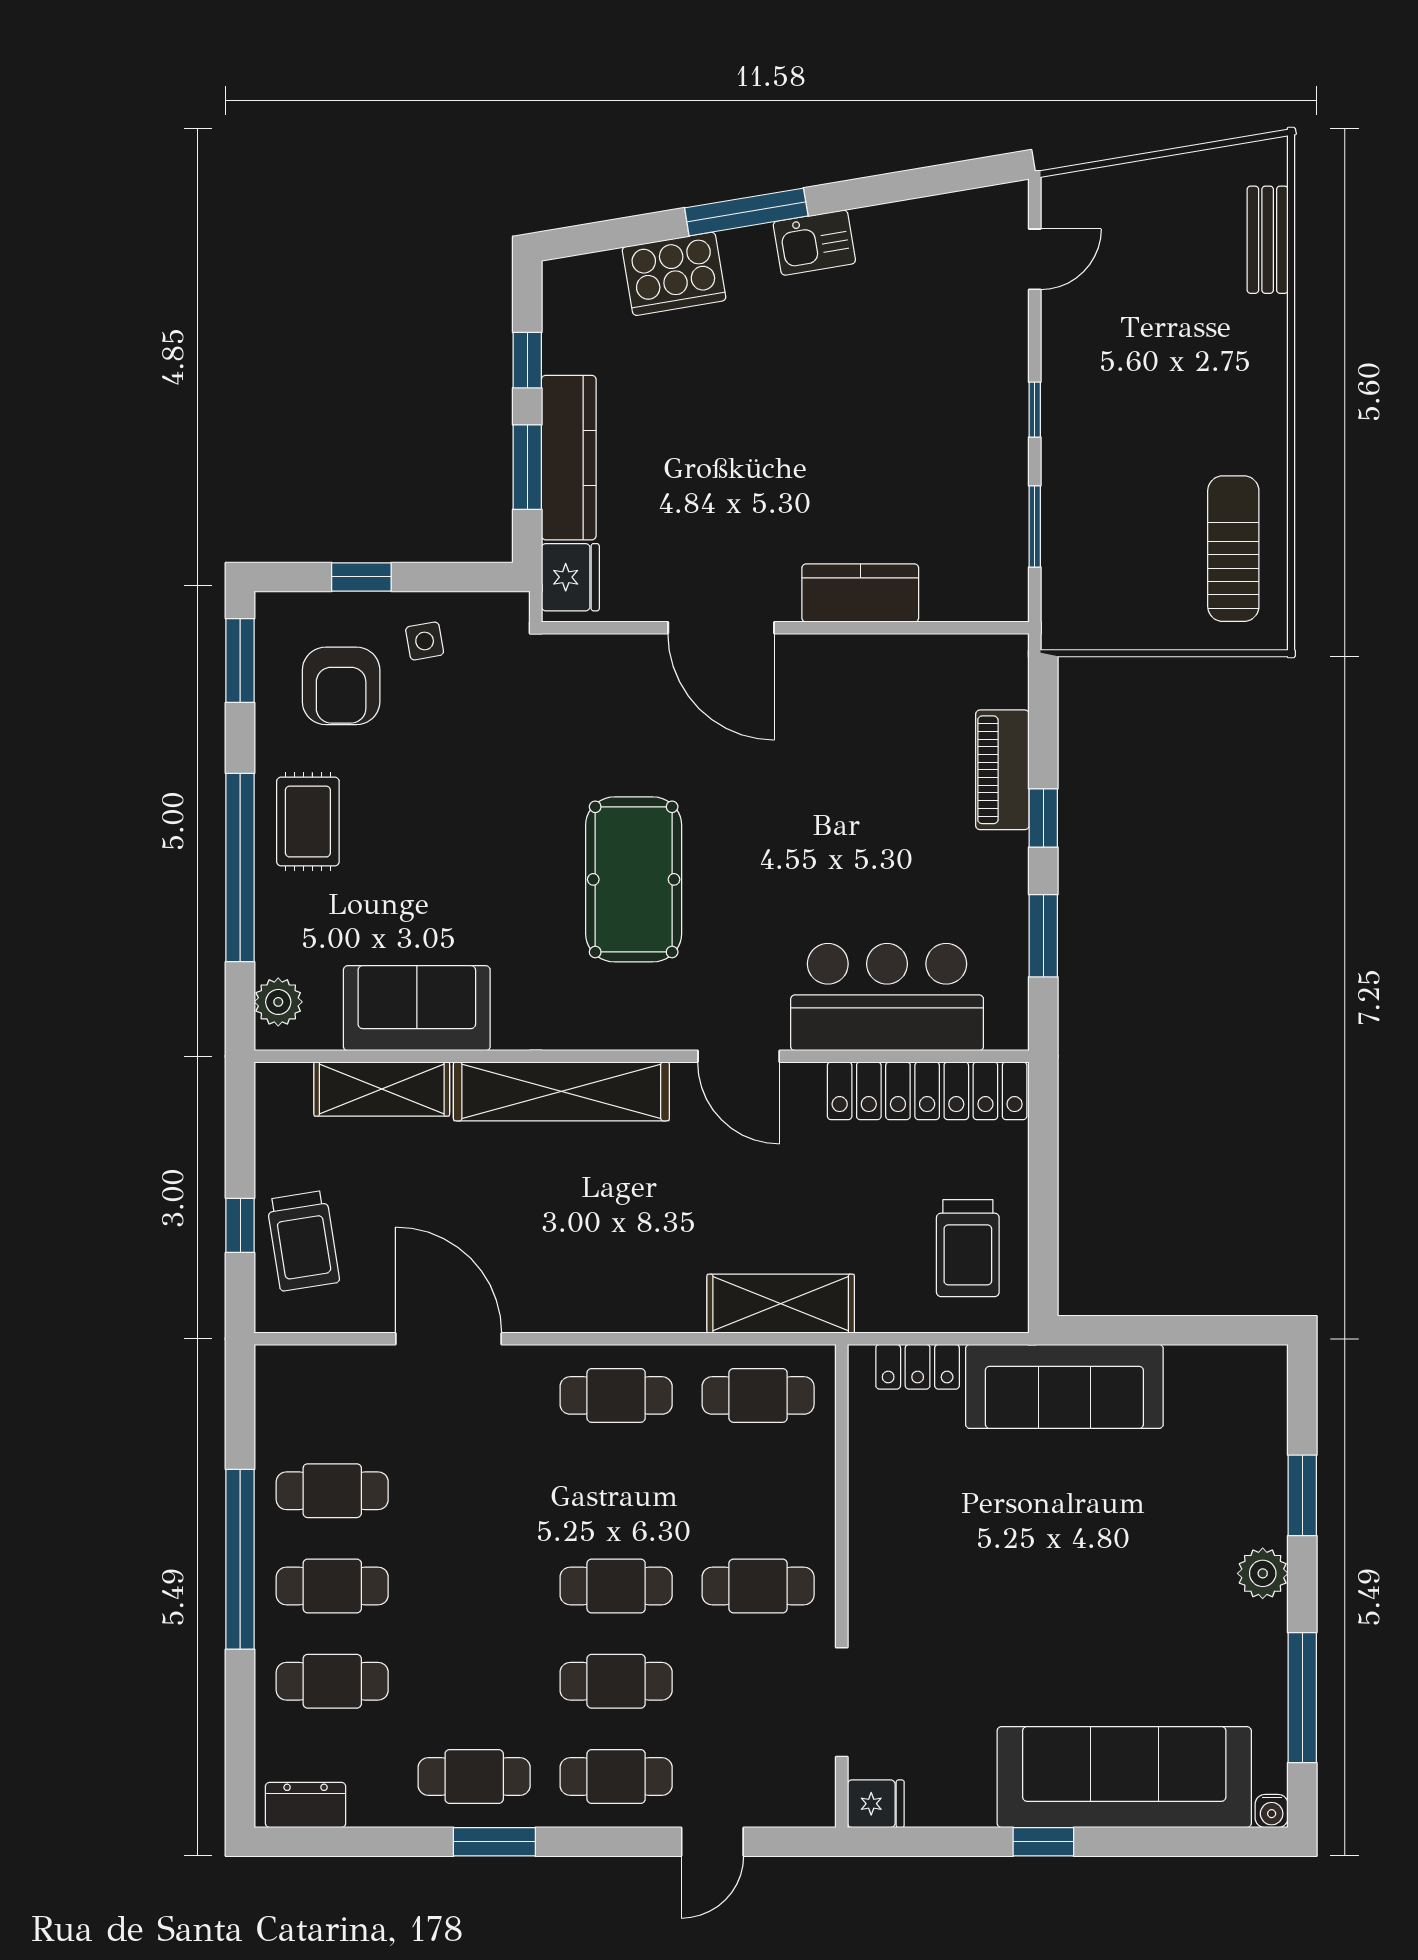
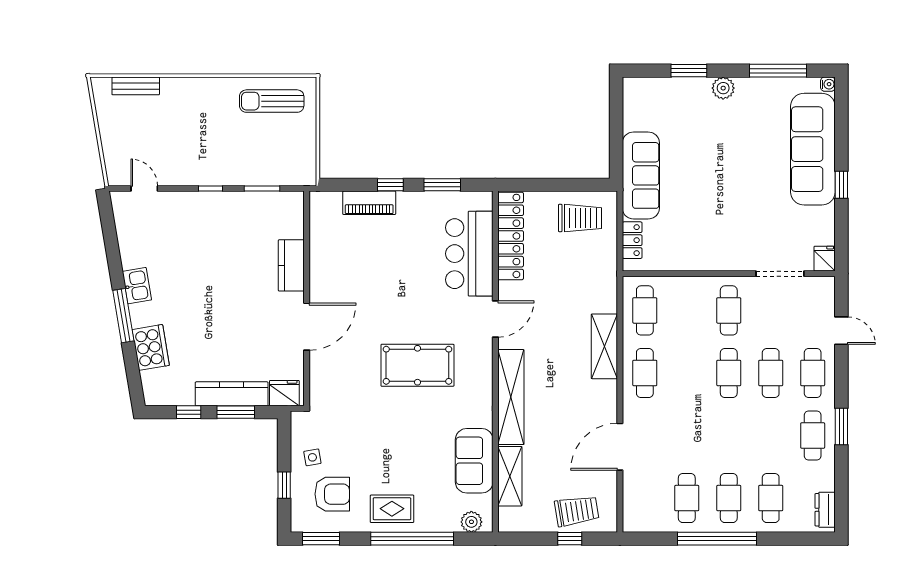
shelving: (781, 1304) -> (604, 346), moved

